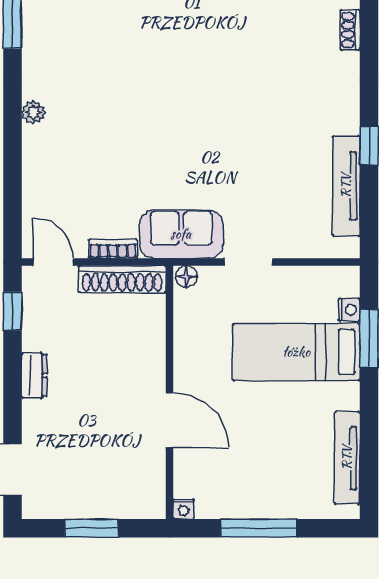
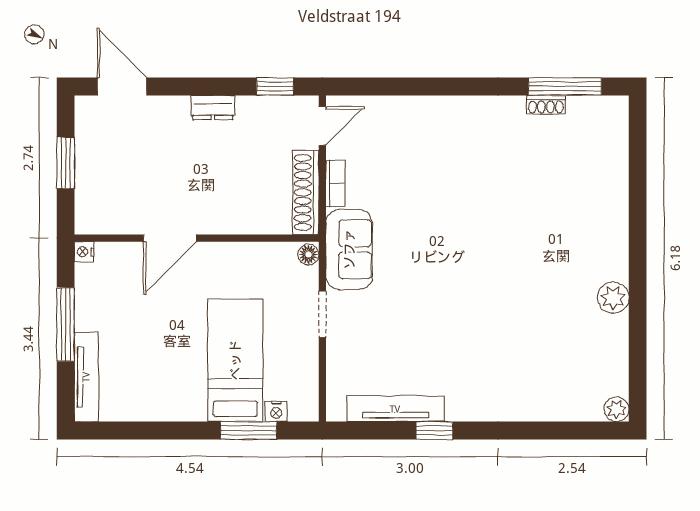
shoe rack: (350, 30) -> (546, 105), moved, turned 180
plant: (33, 112) -> (467, 107), removed
tv unit: (347, 458) -> (86, 377), moved, turned 90

